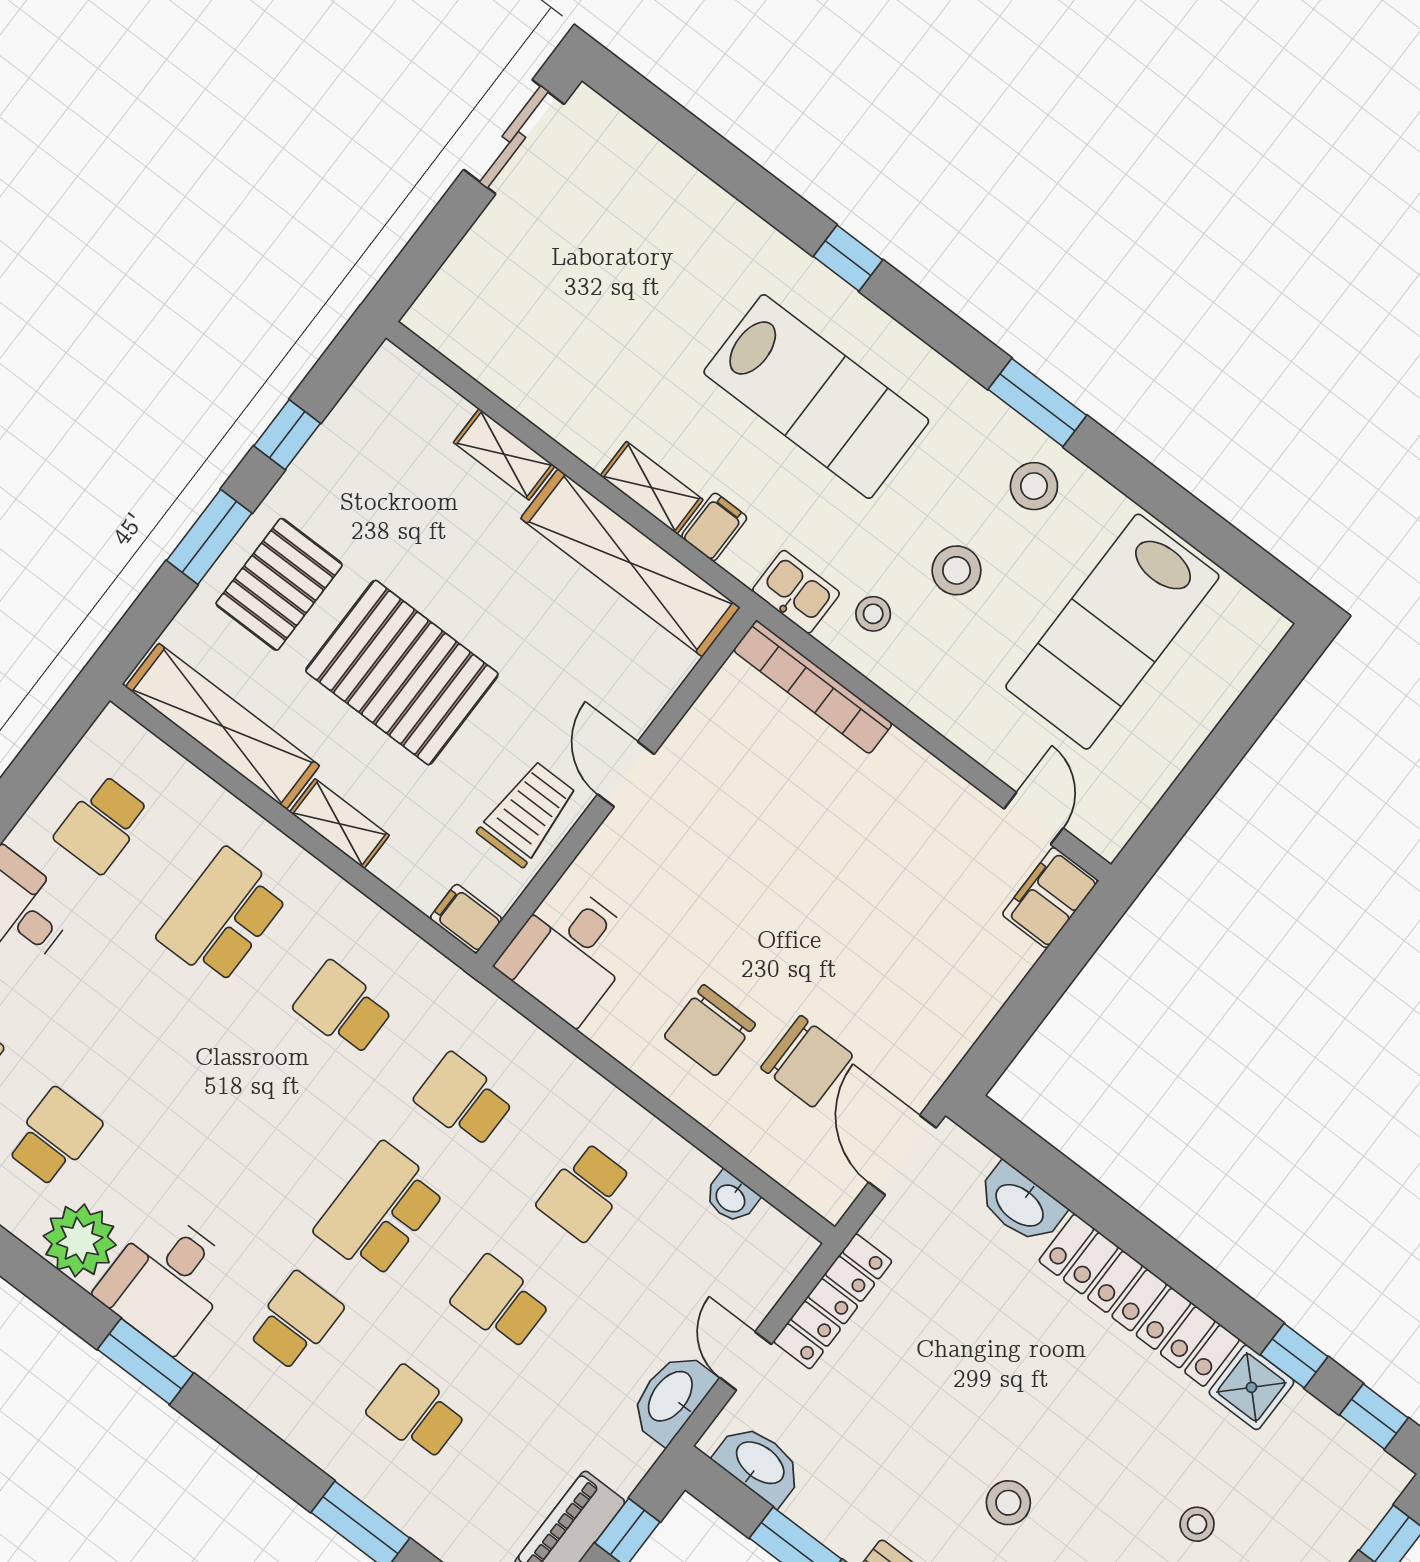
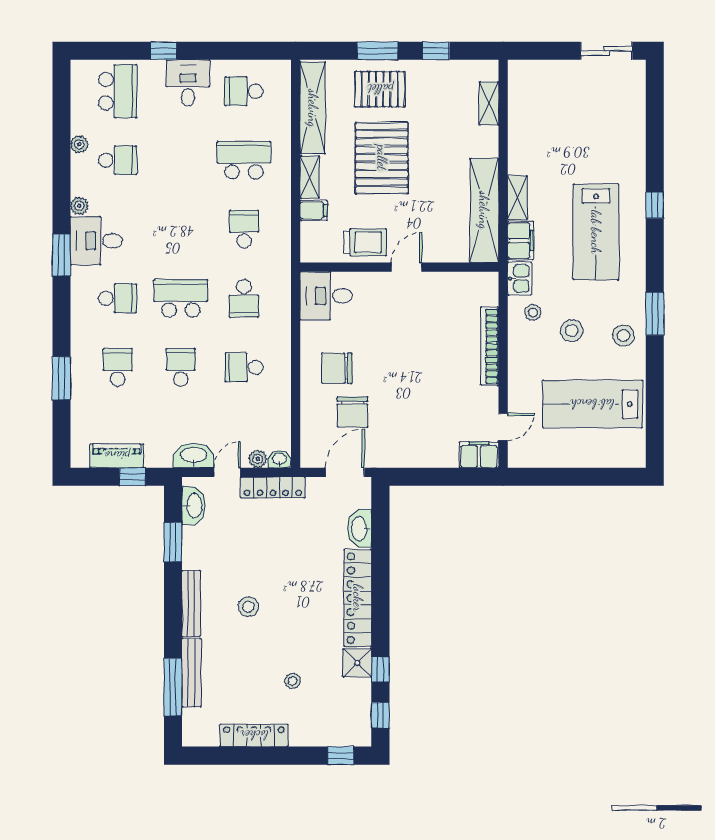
shelving: (504, 454) -> (489, 103), moved
filing cabinet: (714, 527) -> (520, 241), width x2.00
bookcase: (813, 687) -> (490, 346), moved
filing cabinet: (466, 919) -> (314, 210), moved, turned 90
school desk: (464, 1100) -> (244, 298), turned 180
washbasin: (731, 1198) -> (279, 459), moved, turned 90
plant: (80, 1240) -> (79, 206), width x0.53, depth x0.53
plant: (763, 1290) -> (258, 459), added

